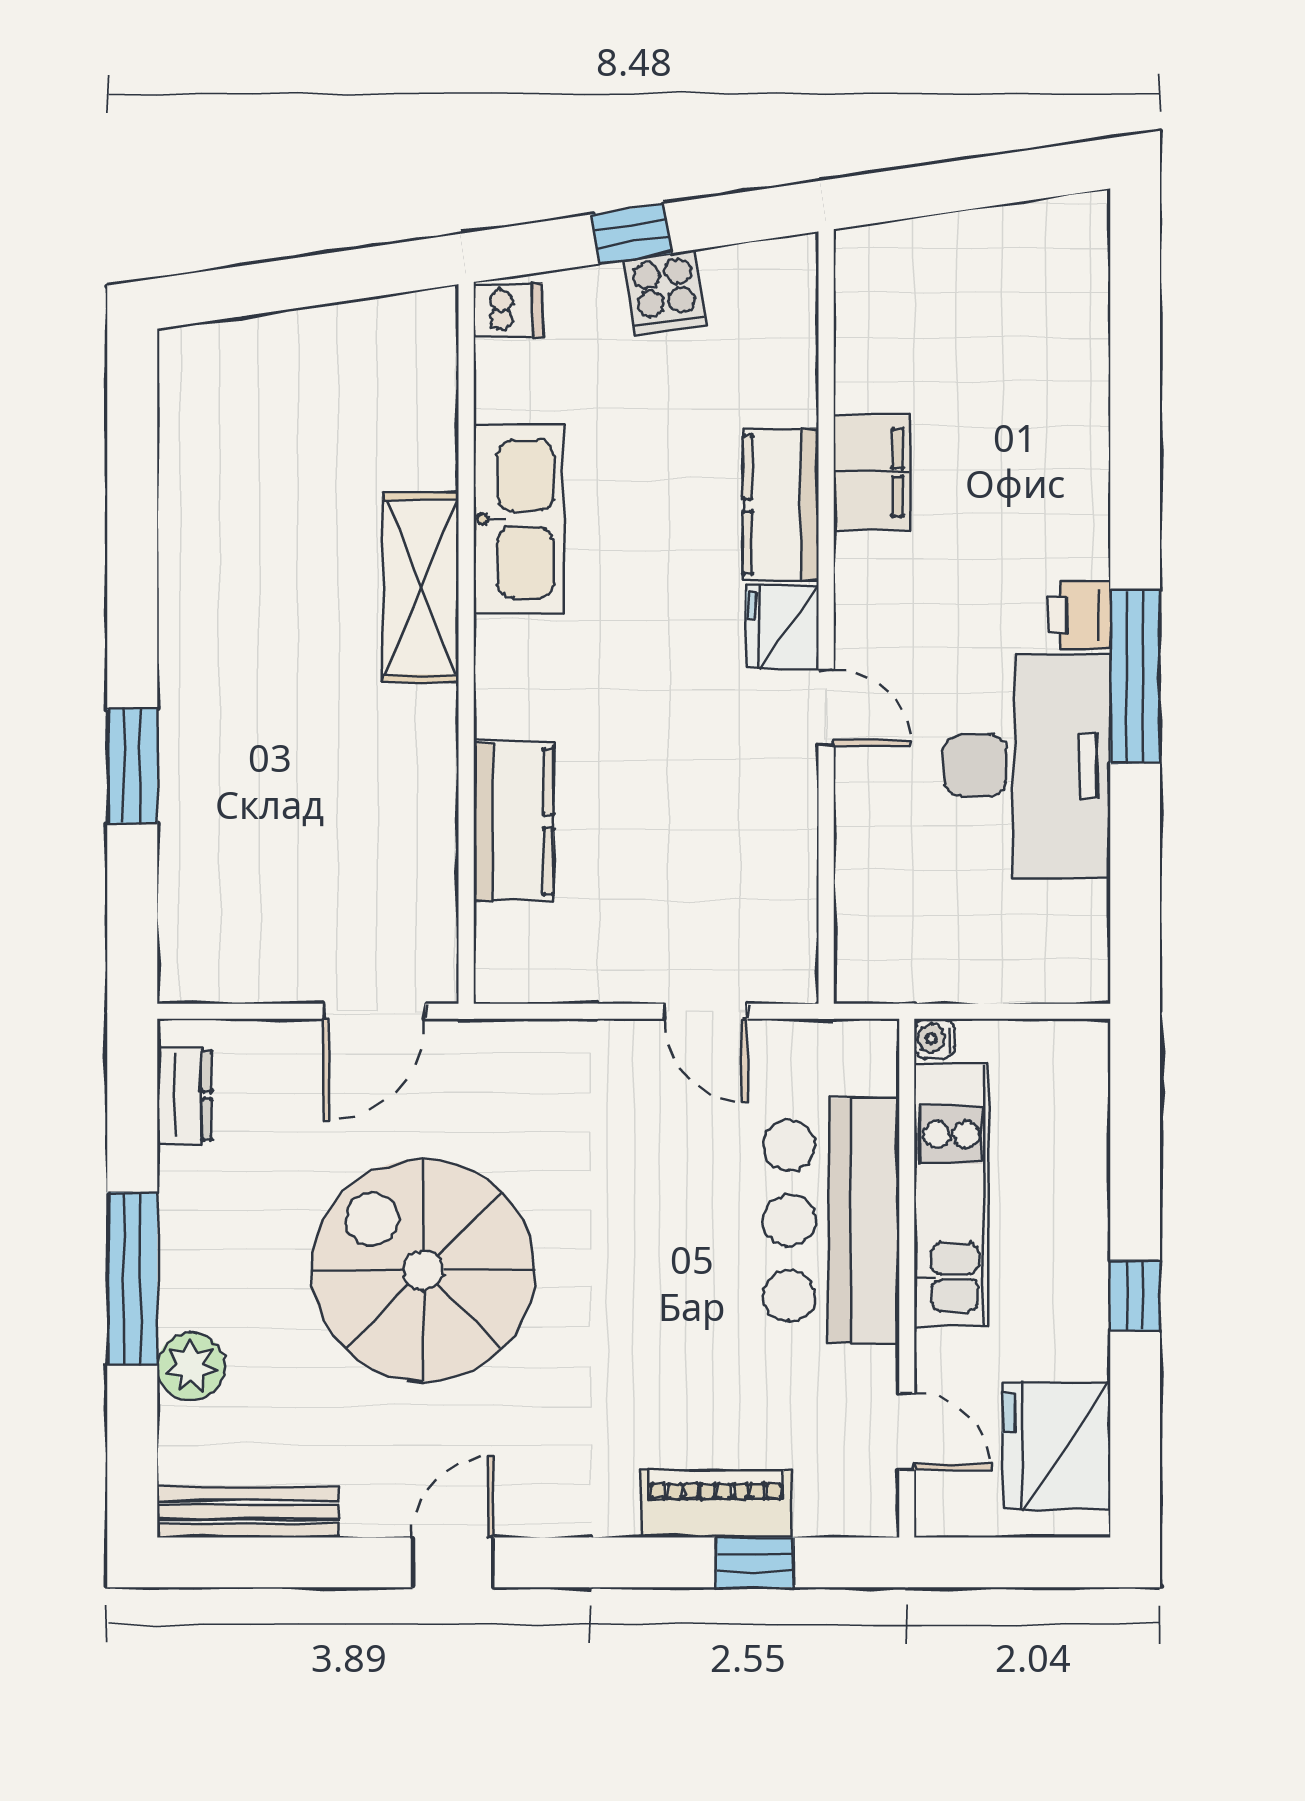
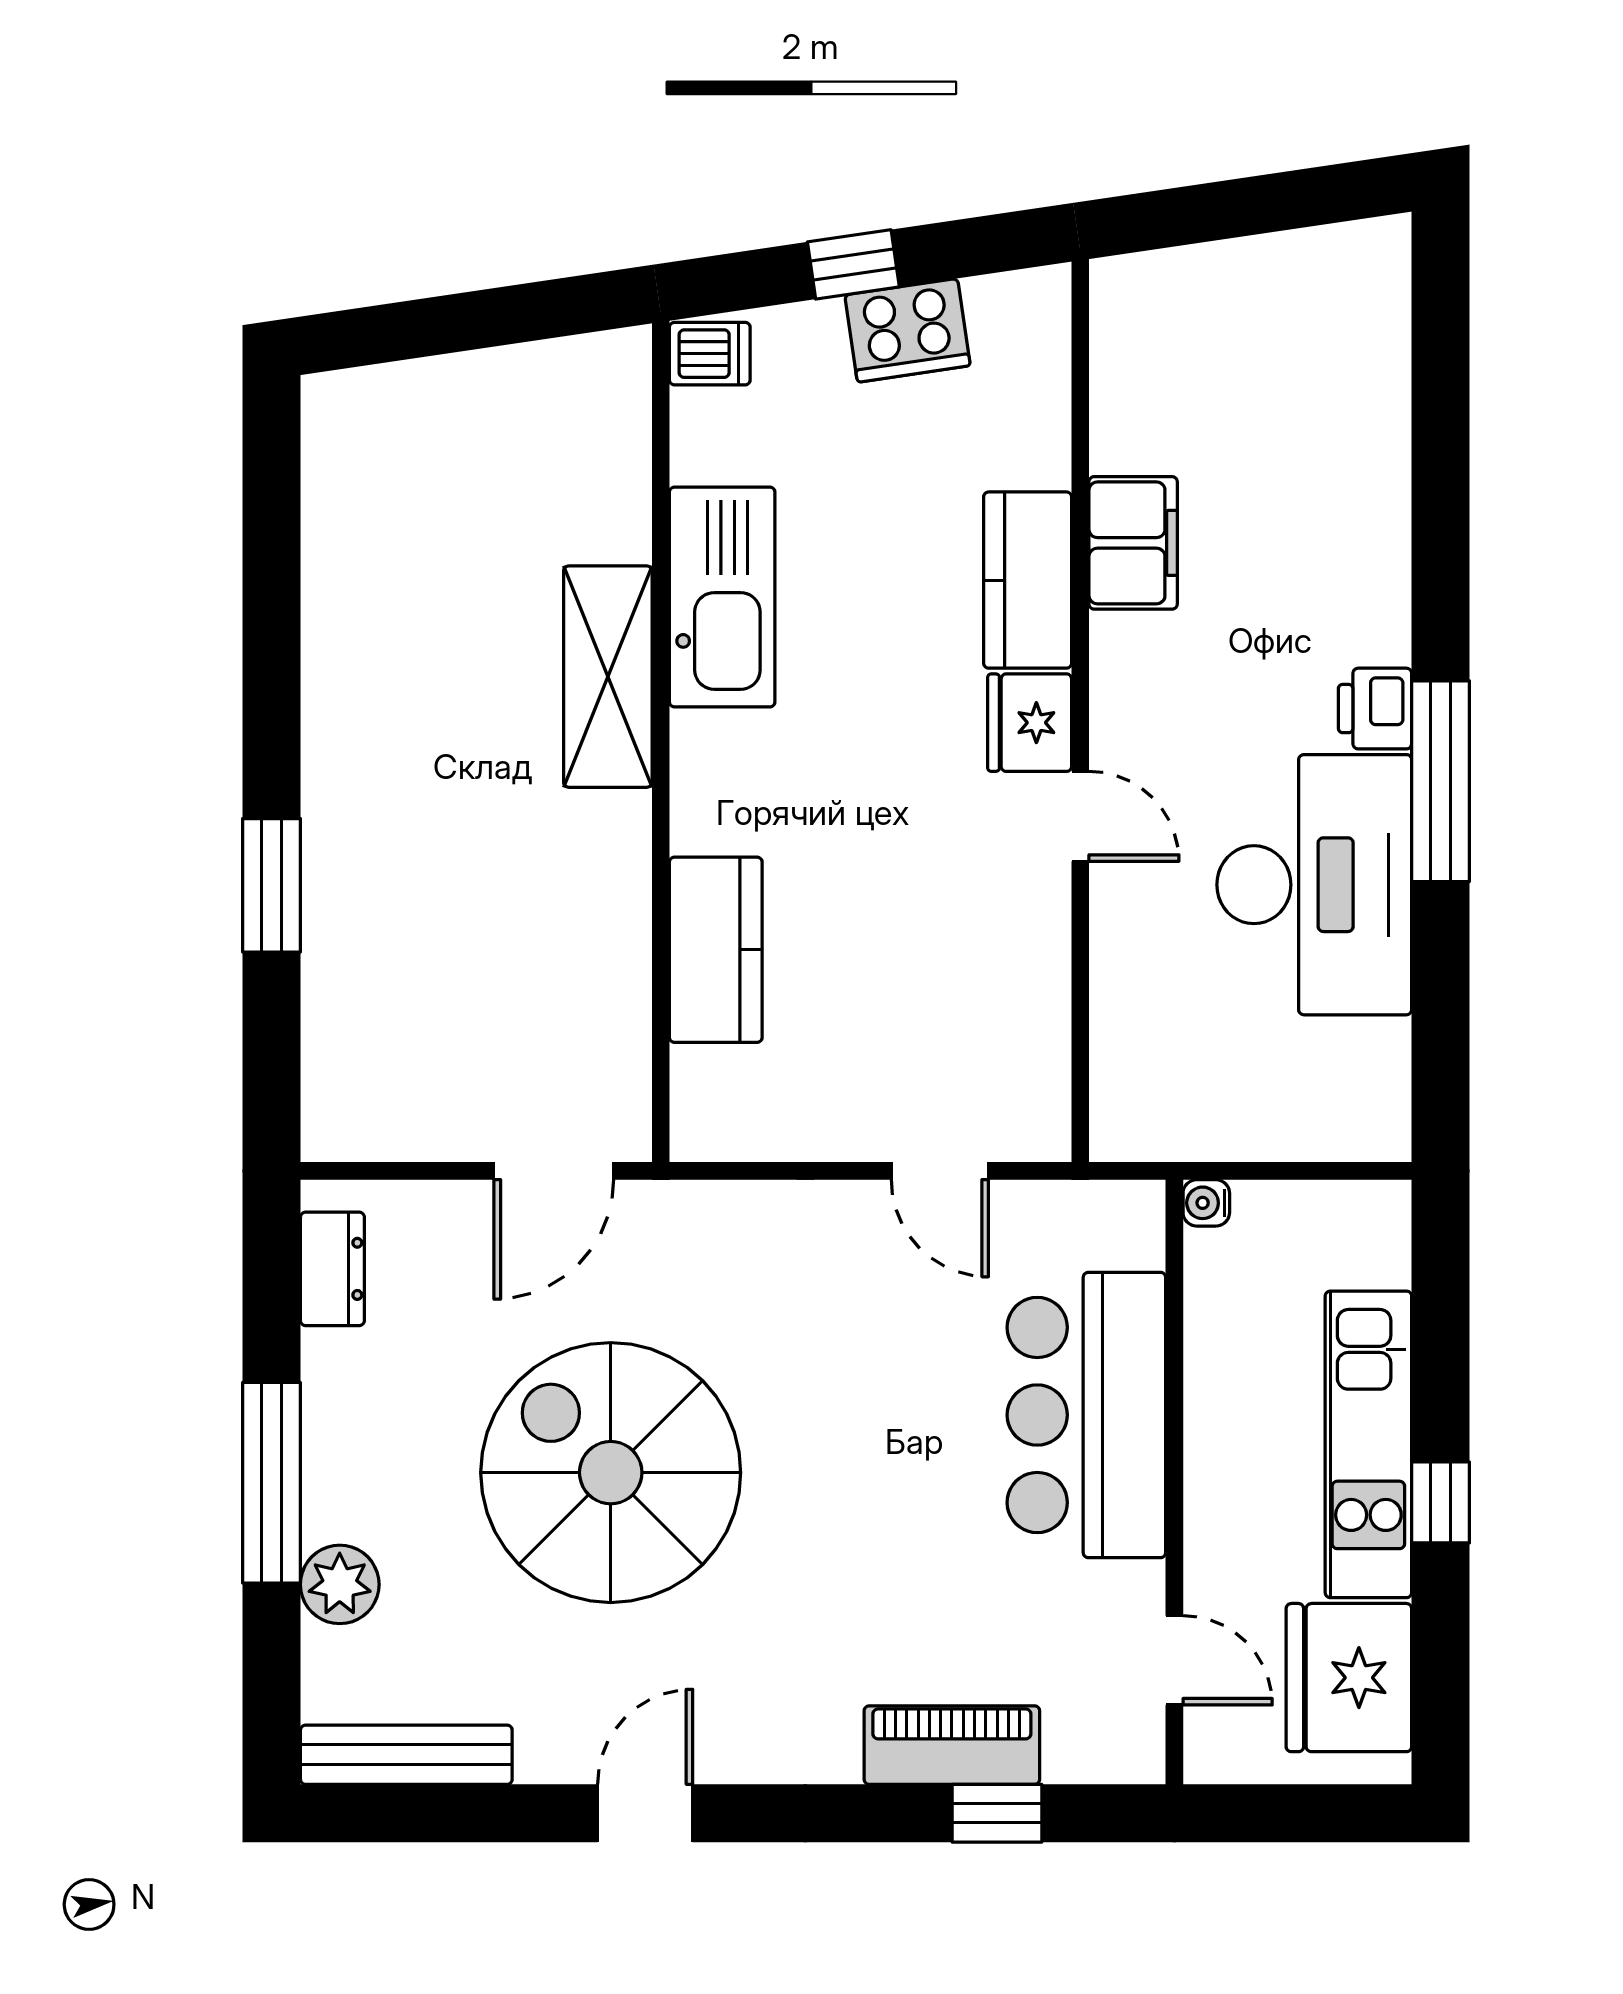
cooker: (665, 292) -> (908, 330), width x1.36
kitchen unit: (951, 1195) -> (1368, 1444), moved, turned 180

